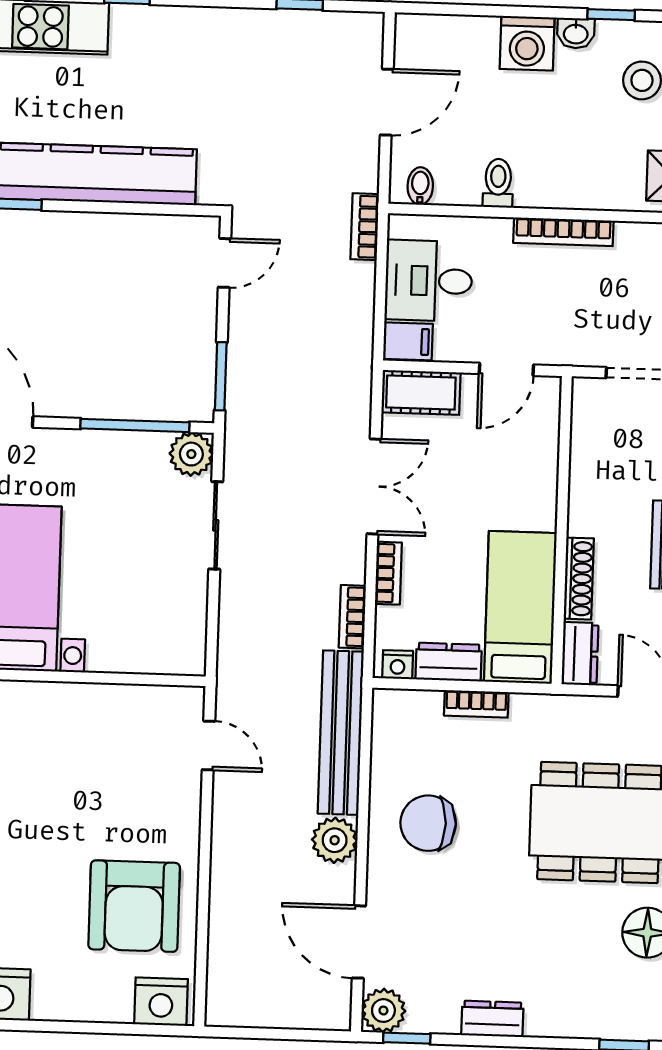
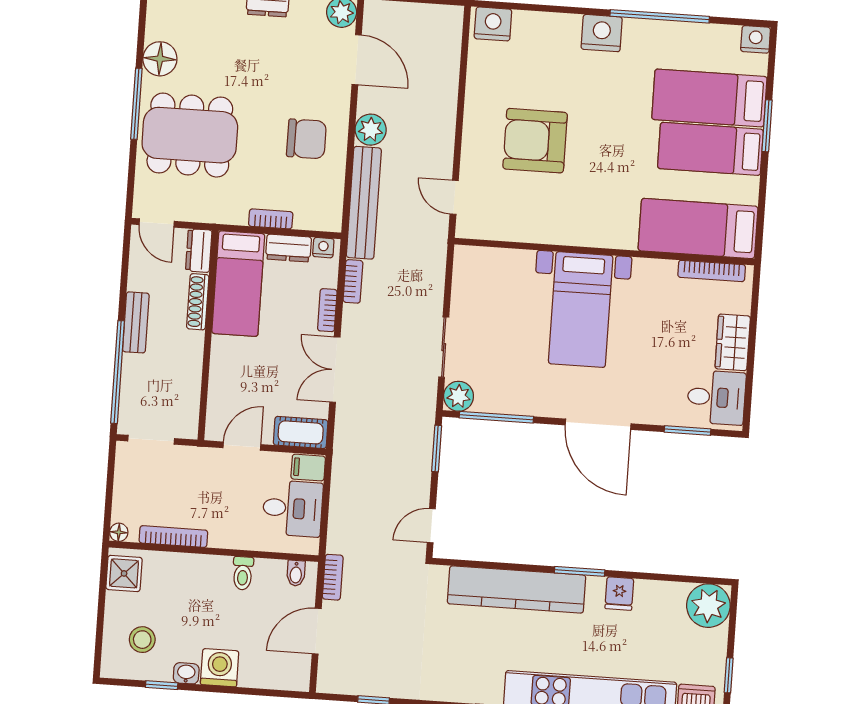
bookcase: (365, 227) -> (333, 577), moved
bookcase: (563, 232) -> (173, 537), moved
armchair: (134, 906) -> (535, 141), moved, turned -90

